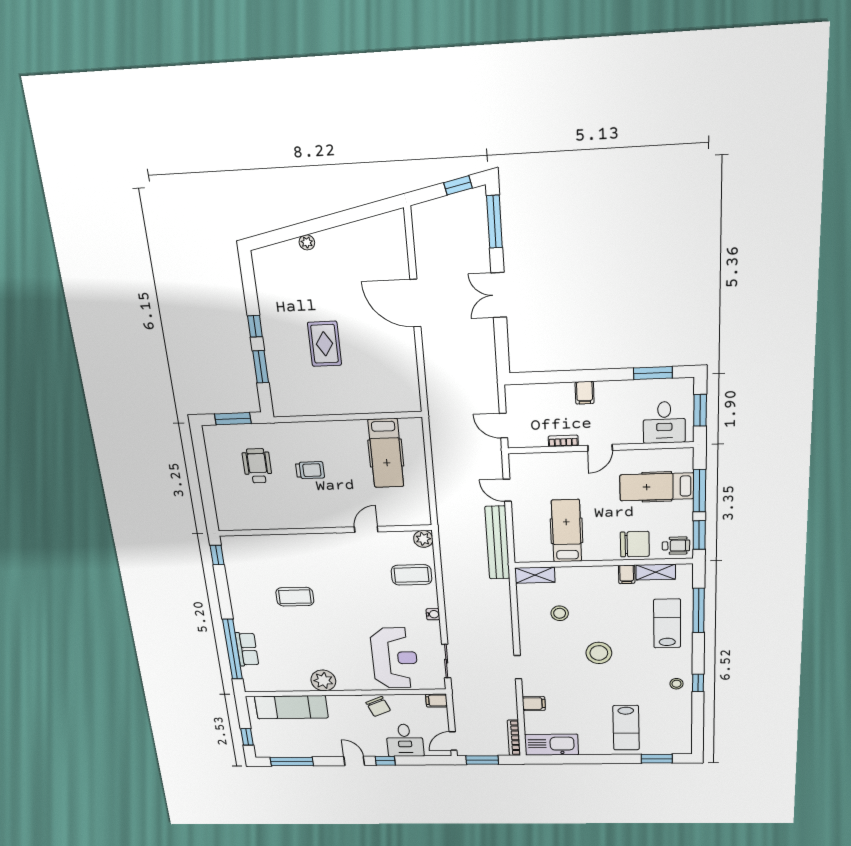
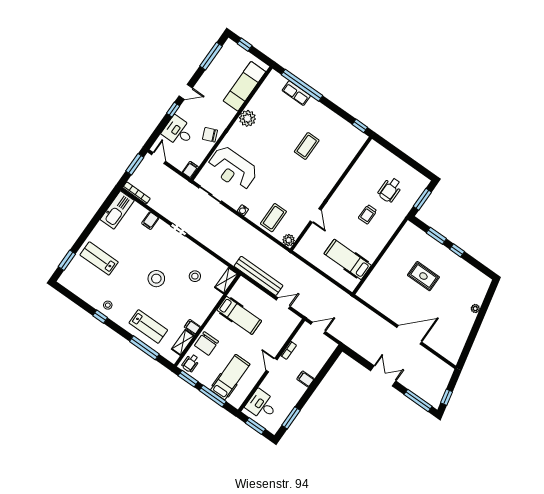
wheelchair: (257, 466) -> (390, 190), turned 90

